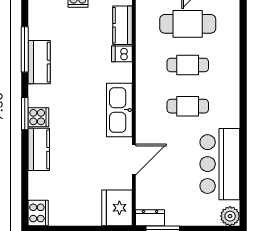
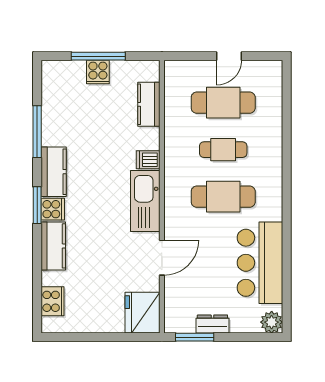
dishwasher: (122, 54) -> (148, 160), moved
kitchen counter: (39, 62) -> (54, 172), moved
cafe table: (188, 106) -> (223, 197), width x1.37, depth x1.35
cooker: (38, 213) -> (52, 301), moved
dresser: (150, 218) -> (212, 324), moved

